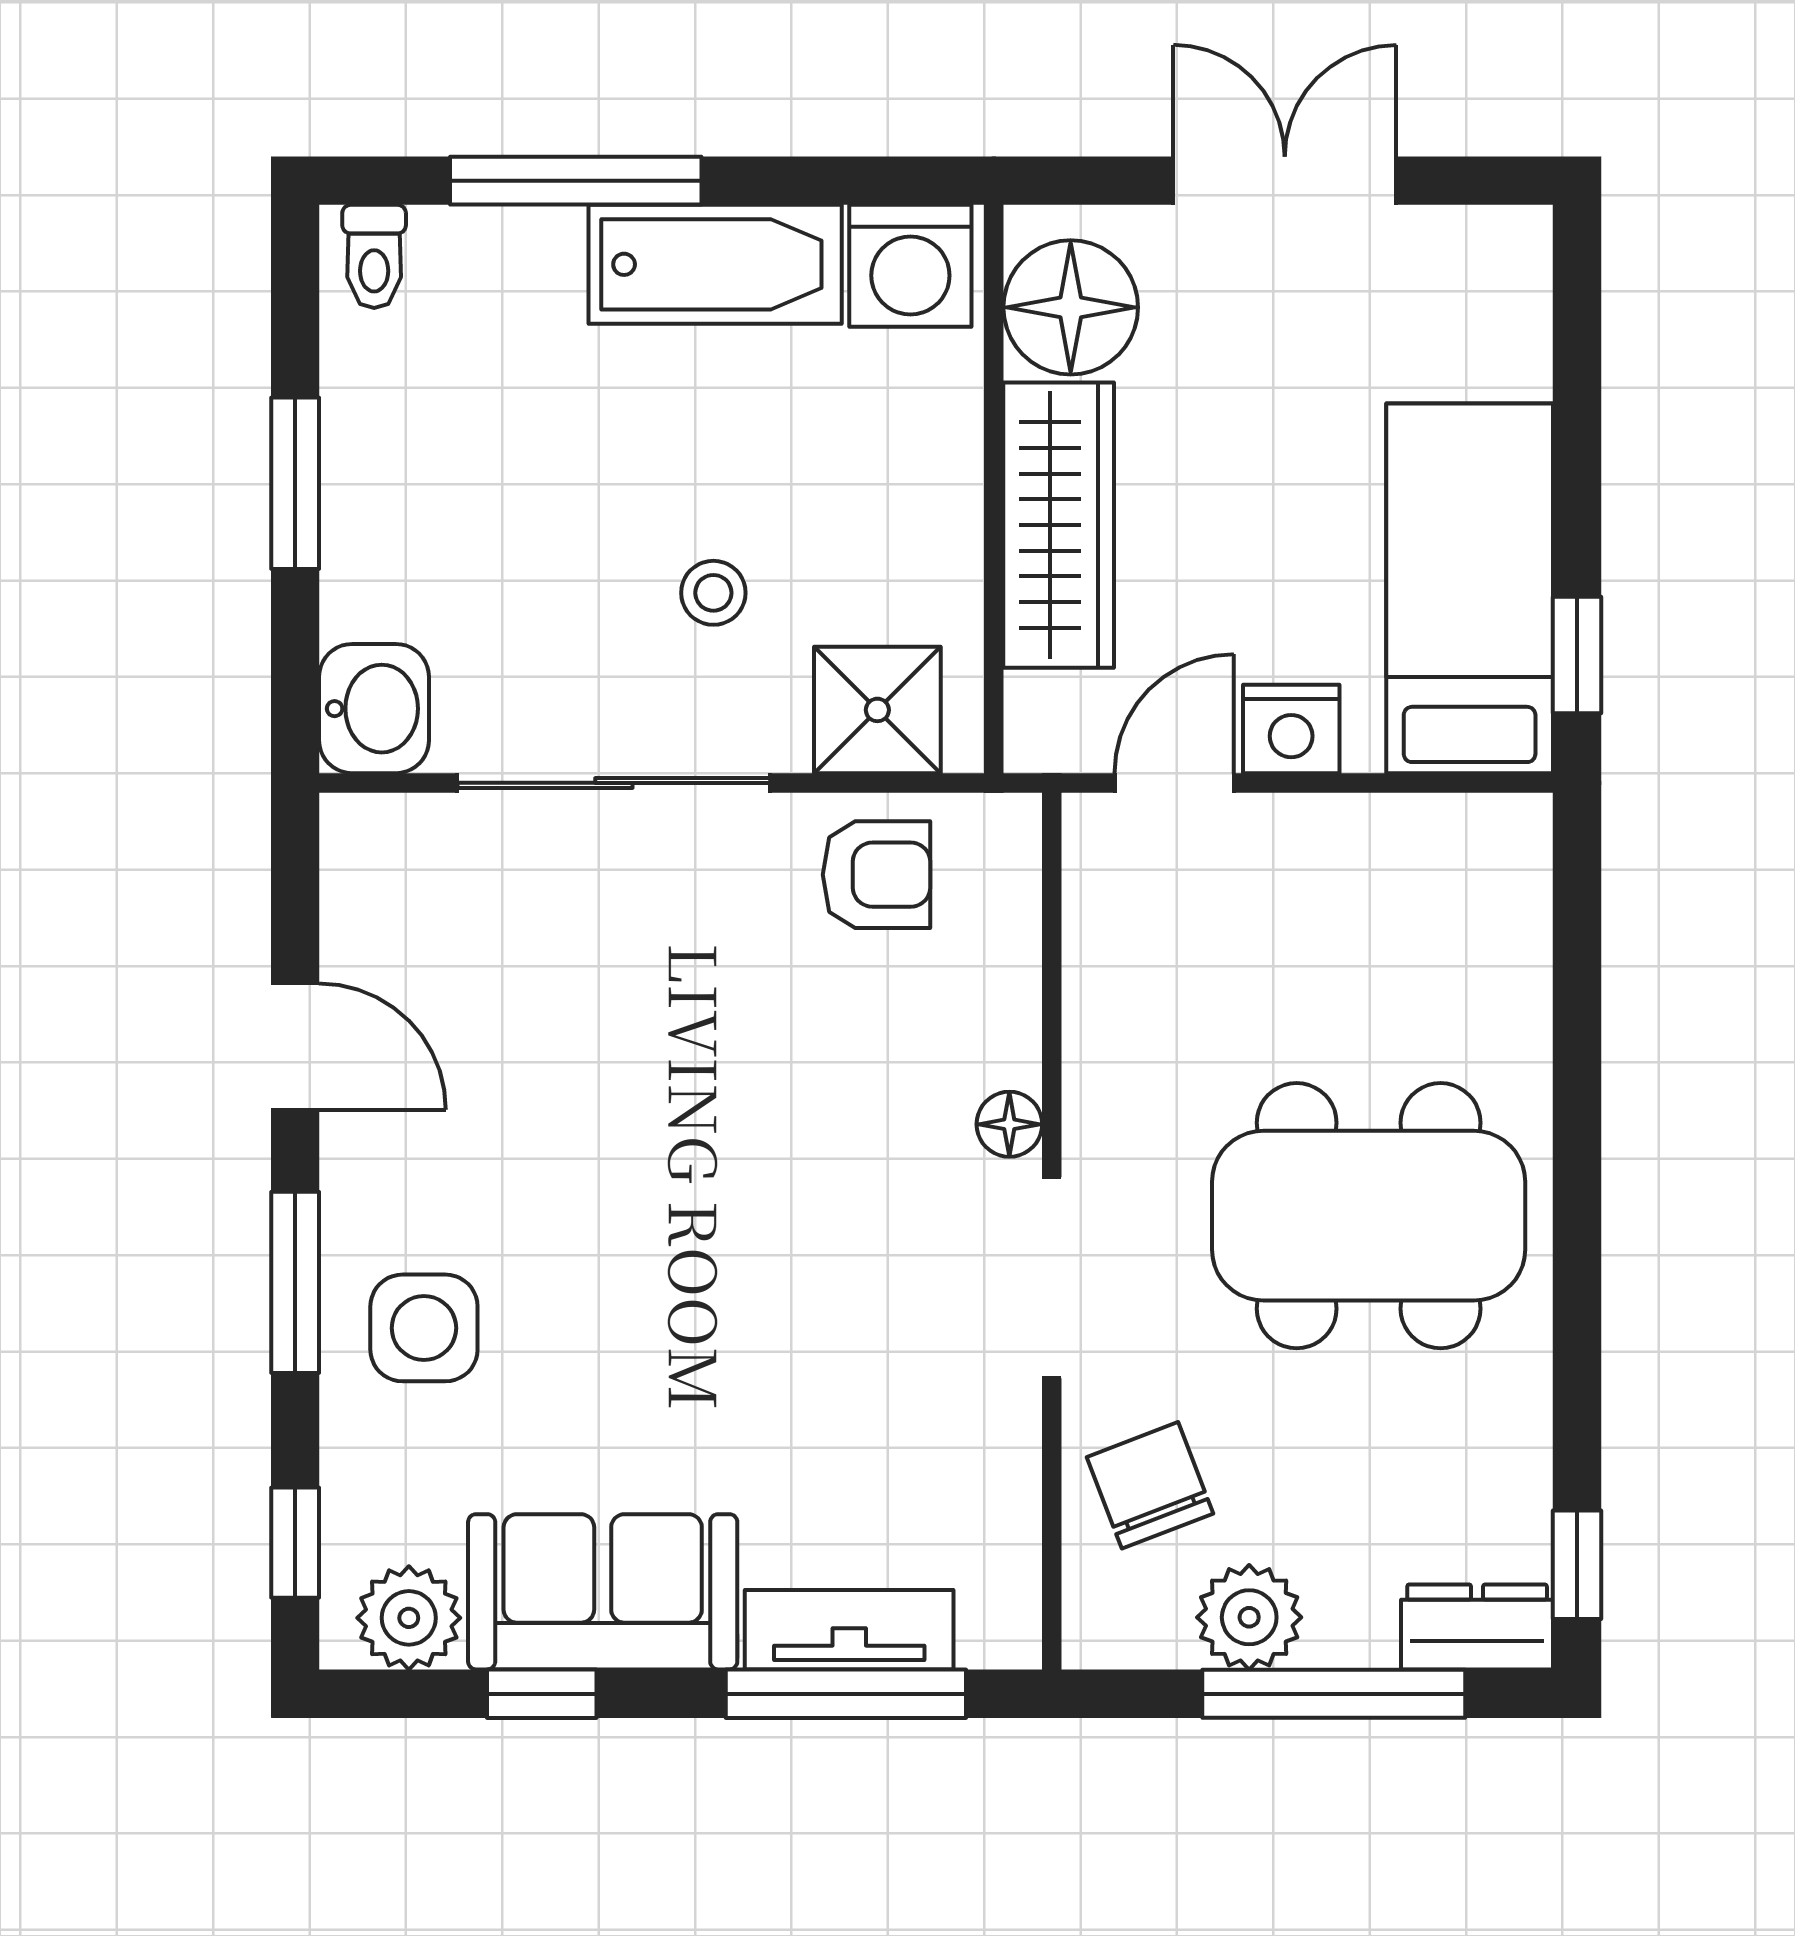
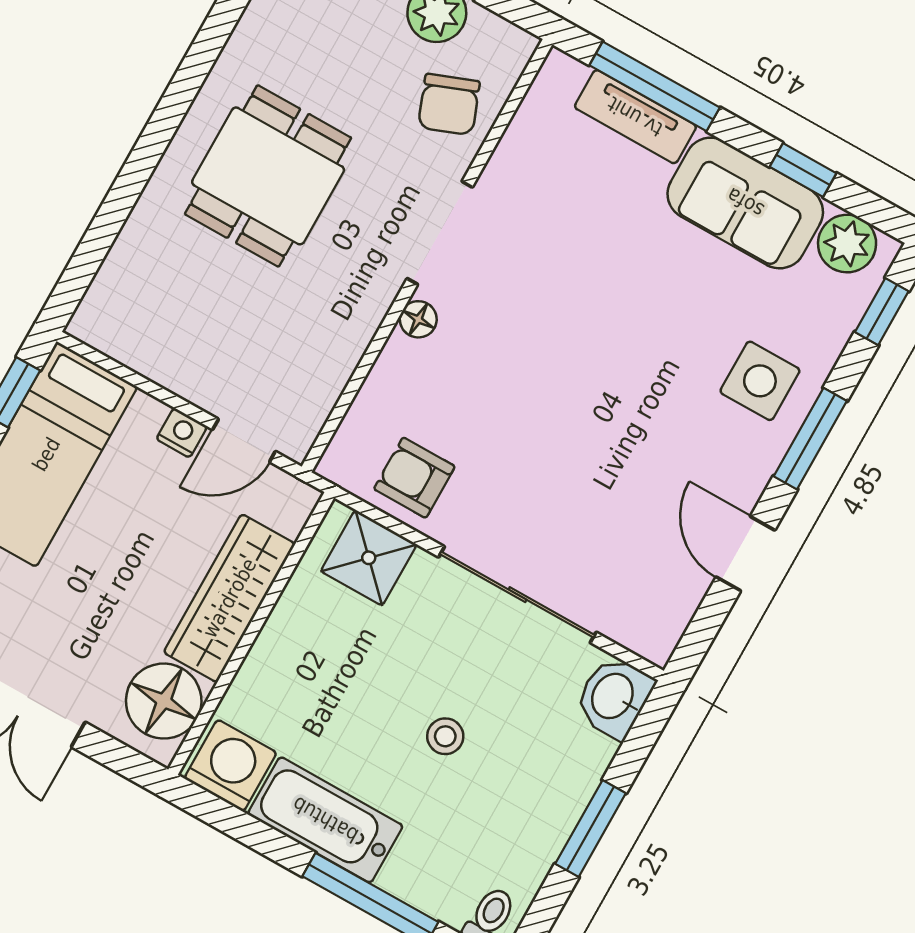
stool: (713, 593) -> (445, 736), moved
nightstand: (1291, 729) -> (182, 433), width x0.72, depth x0.74
dining table: (1369, 1216) -> (268, 176), width x0.73

